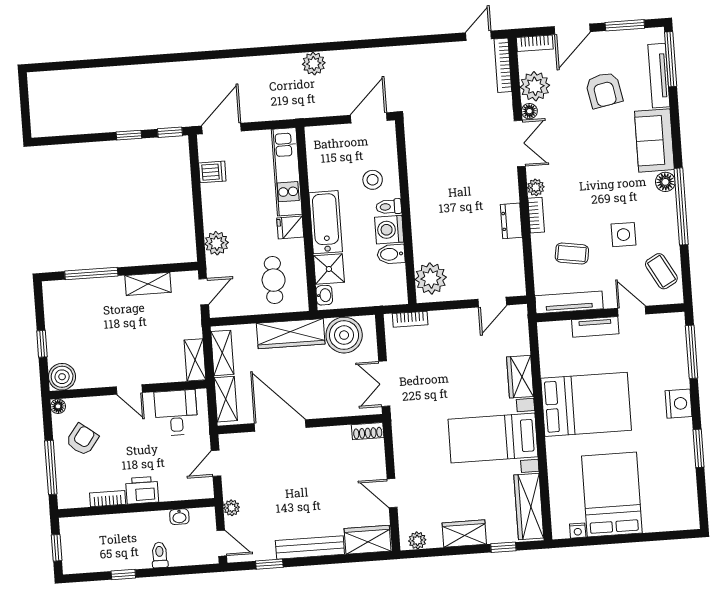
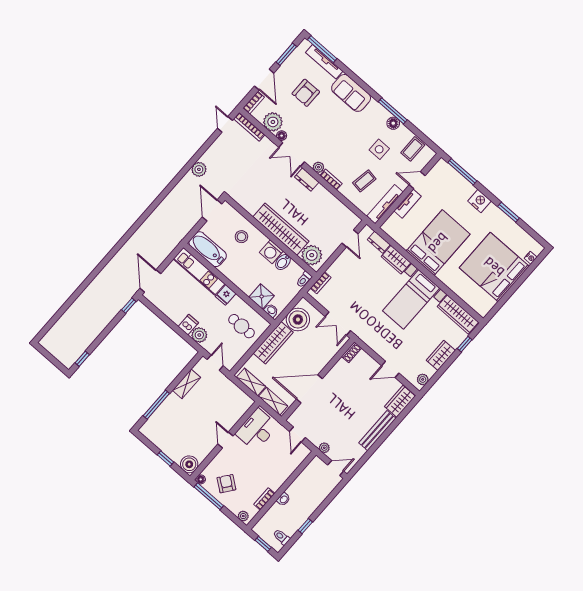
plant: (314, 64) -> (199, 169), moved
armchair: (604, 90) -> (306, 93), turned 101
window: (129, 135) -> (82, 359), moved
double door: (520, 143) -> (292, 155), swing flipped
dishwasher: (212, 172) -> (188, 325), moved
floor lamp: (665, 182) -> (393, 123), moved
window: (681, 206) -> (393, 111), width x0.68
toilet: (389, 207) -> (304, 280), moved
wardrobe: (425, 215) -> (281, 229), added
dresser: (511, 221) -> (307, 180), moved
bathtub: (326, 222) -> (208, 249), moved
coffee table: (661, 271) -> (413, 149), turned -61
dresser: (520, 338) -> (379, 242), added
shelving: (195, 360) -> (242, 397), removed
door: (129, 390) -> (225, 440), swing flipped
desk: (176, 413) -> (257, 430), width x1.37
window: (51, 467) -> (209, 496), moved
printer: (142, 490) -> (276, 480), removed
plant: (65, 495) -> (243, 516), added
bed: (612, 495) -> (494, 267), width x1.36
washbasin: (179, 517) -> (284, 499), moved
nightstand: (578, 531) -> (531, 258), moved
toilet: (160, 555) -> (281, 537), moved
window: (269, 564) -> (367, 456), removed

